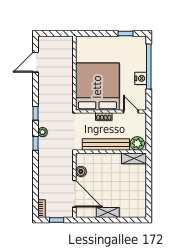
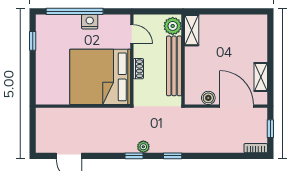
door: (131, 111) -> (132, 34), swing flipped
plant: (42, 132) -> (143, 147), moved
door: (74, 194) -> (237, 106), hinge flipped
shelving: (108, 213) -> (261, 77), moved

